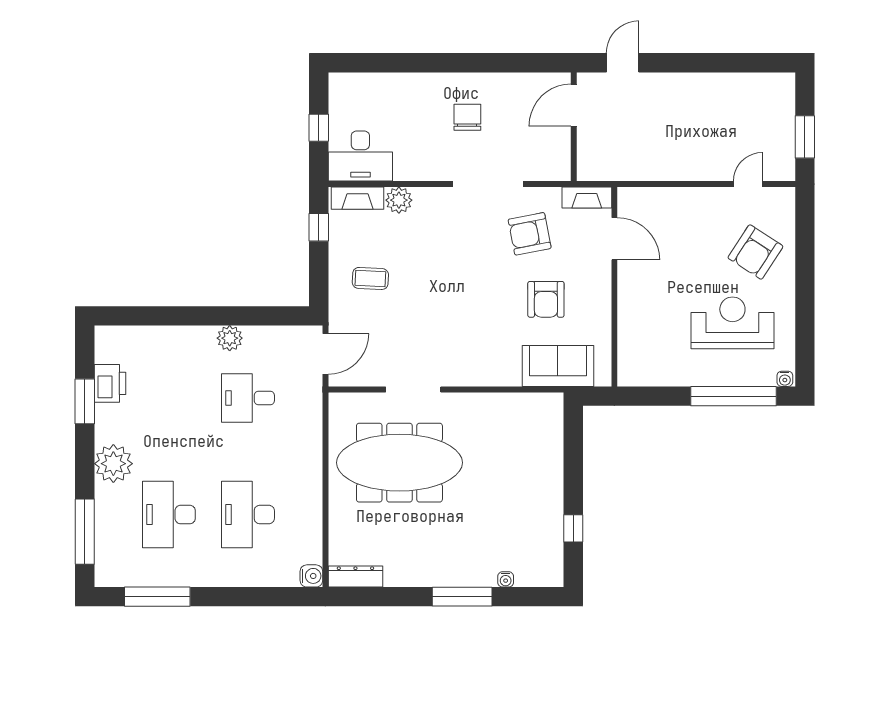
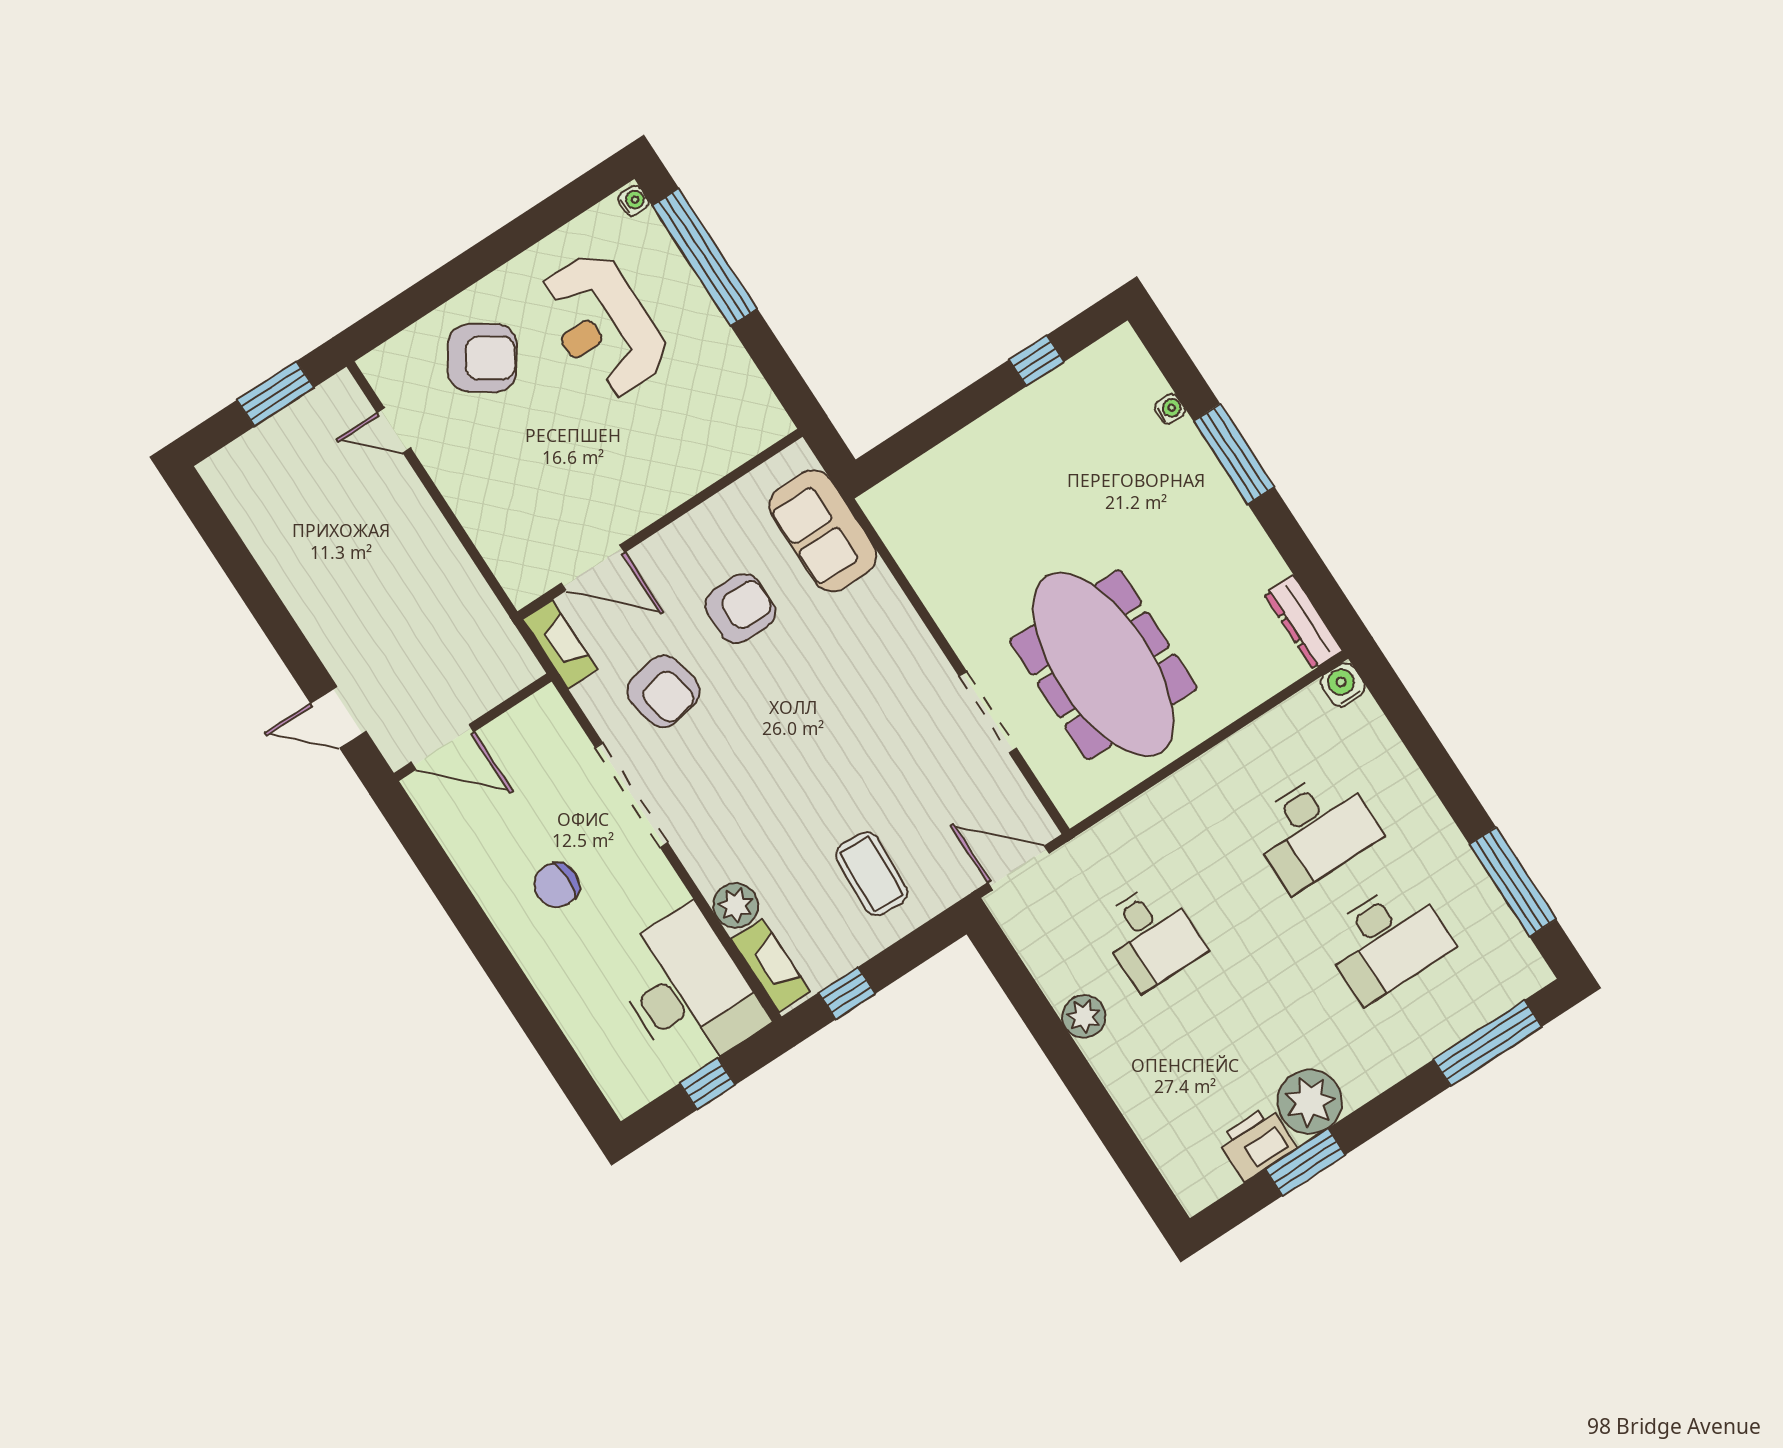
desk: (360, 156) -> (688, 990), width x1.36, depth x1.30
door: (614, 239) -> (593, 568), swing flipped
coffee table: (370, 278) -> (872, 874), width x1.36, depth x1.30
plant: (113, 464) -> (1310, 1102), moved

